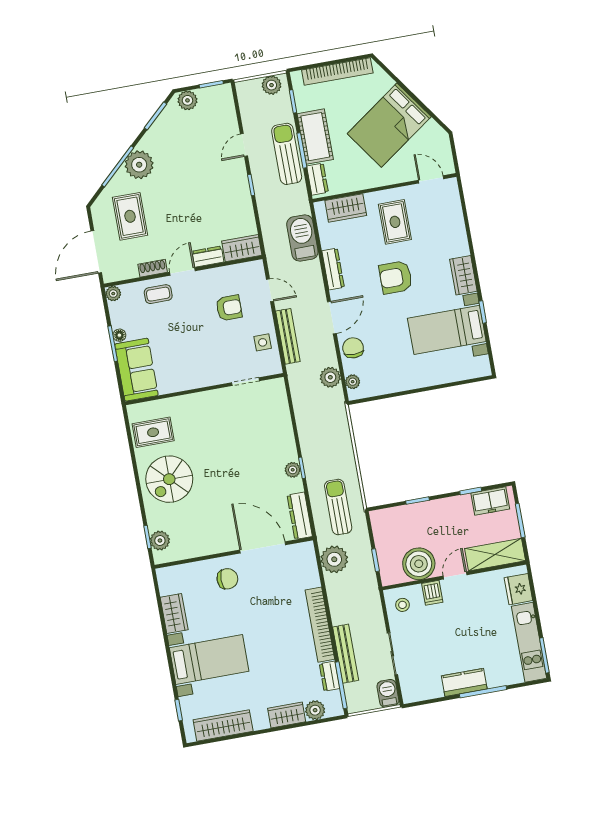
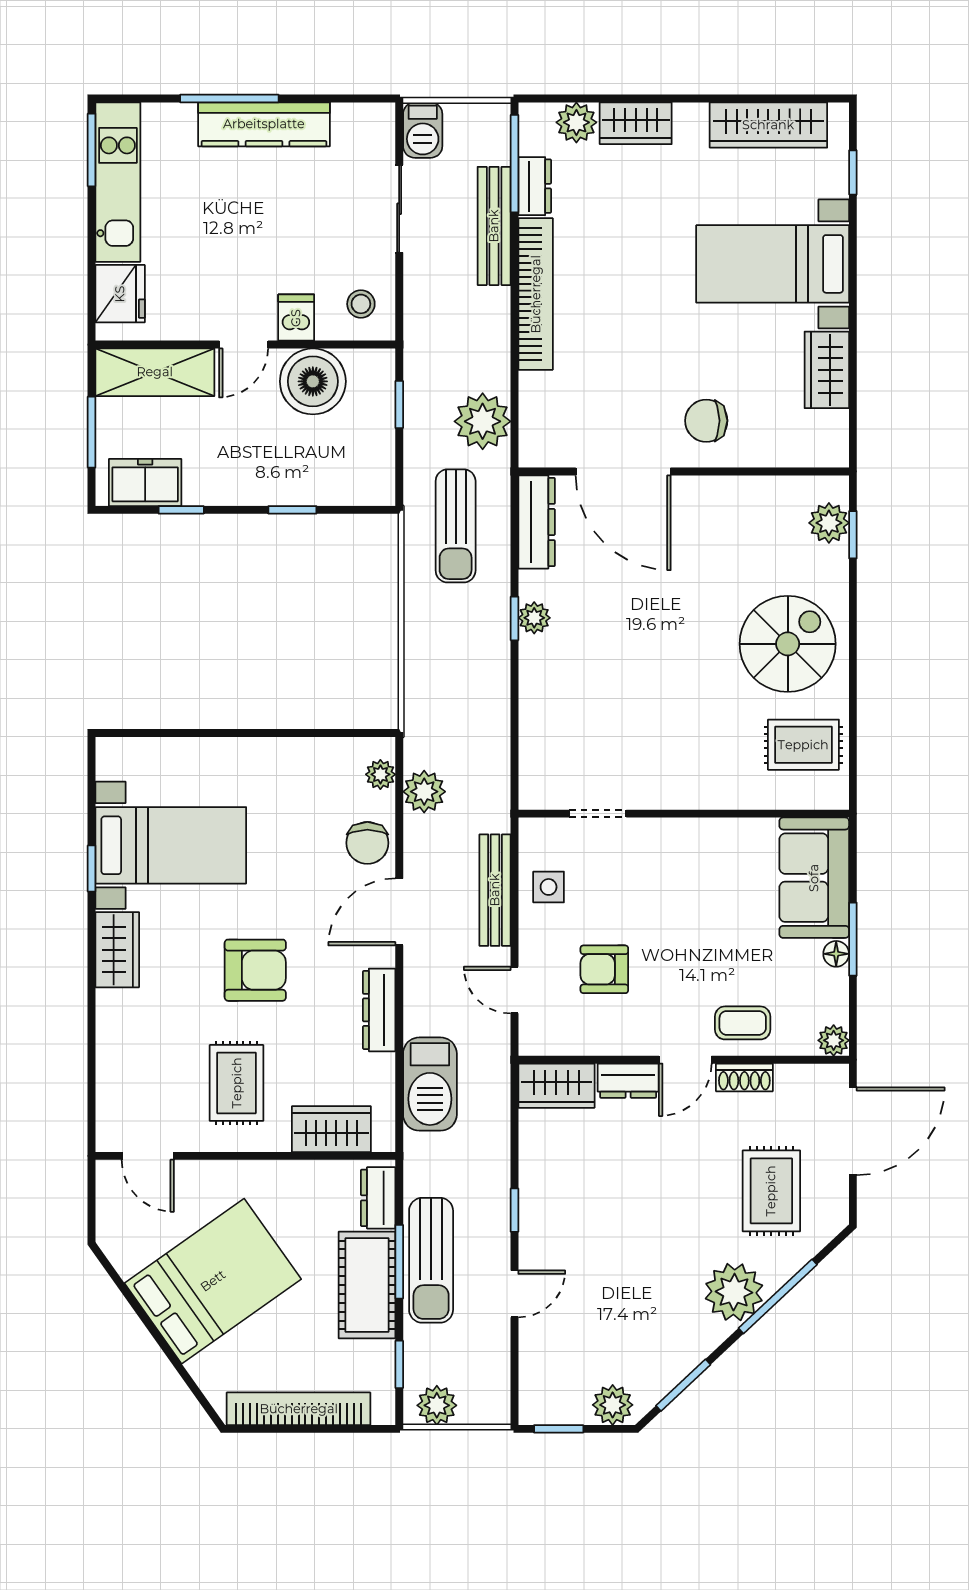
kitchen counter: (464, 682) -> (264, 124), width x1.50

